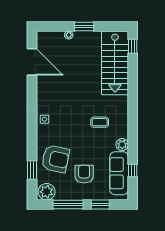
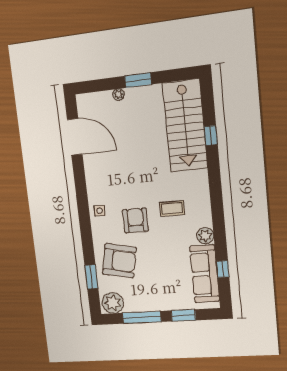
window: (133, 46) -> (211, 135), moved
armchair: (84, 174) -> (135, 220), moved

